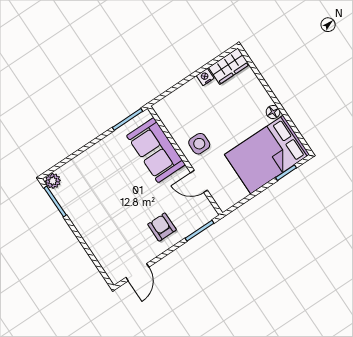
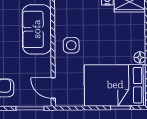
door: (199, 181) -> (53, 88), moved

